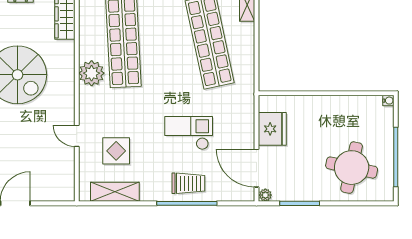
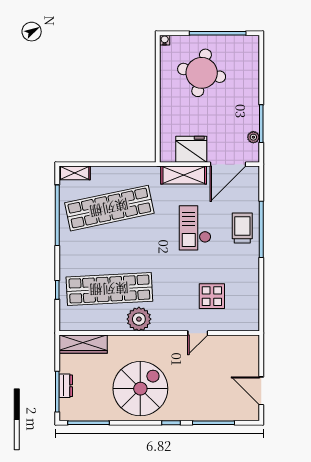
round table: (352, 168) -> (202, 73), moved
shelving: (115, 192) -> (184, 175), moved, turned 90
plant: (265, 195) -> (253, 137), moved

